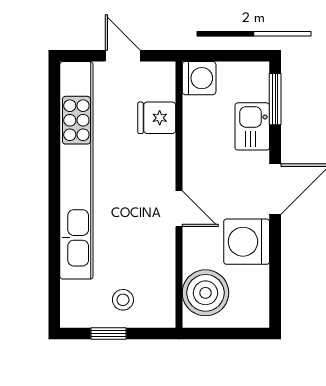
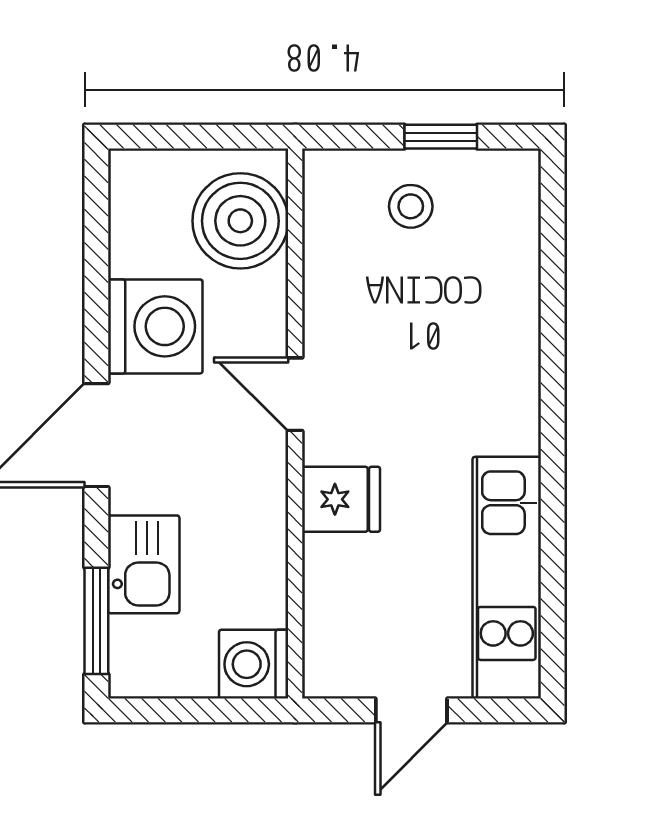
door: (123, 56) -> (411, 710), hinge flipped
fridge: (157, 118) -> (341, 499), moved
kitchen unit: (76, 170) -> (507, 578), width x0.54

